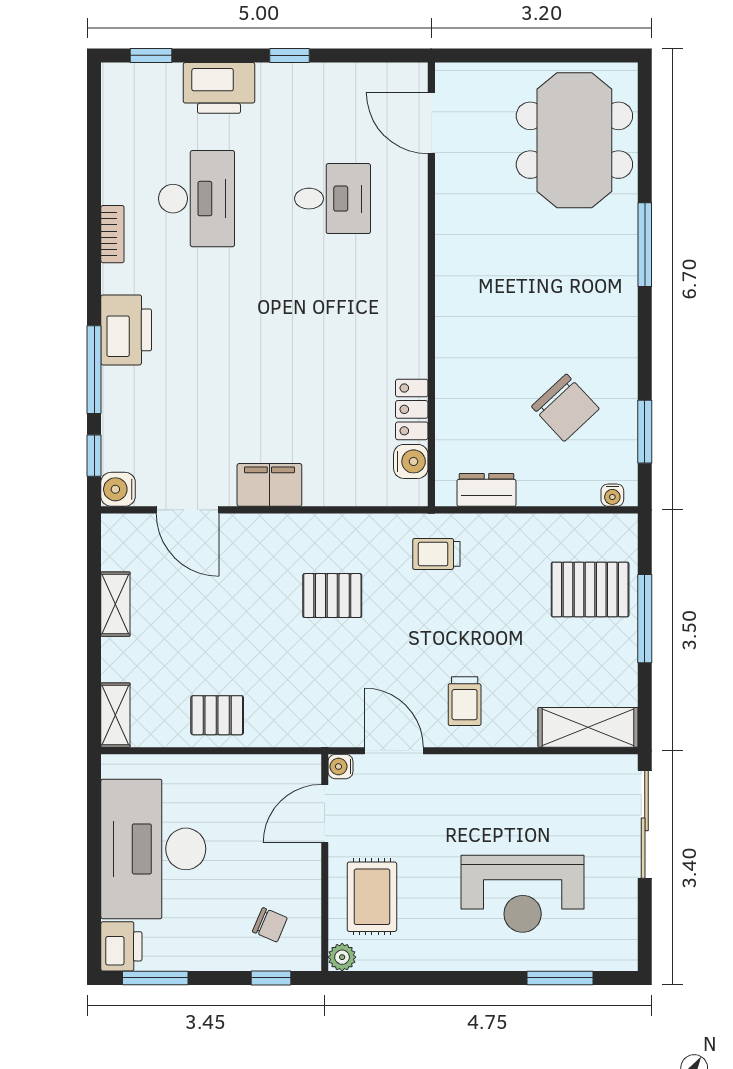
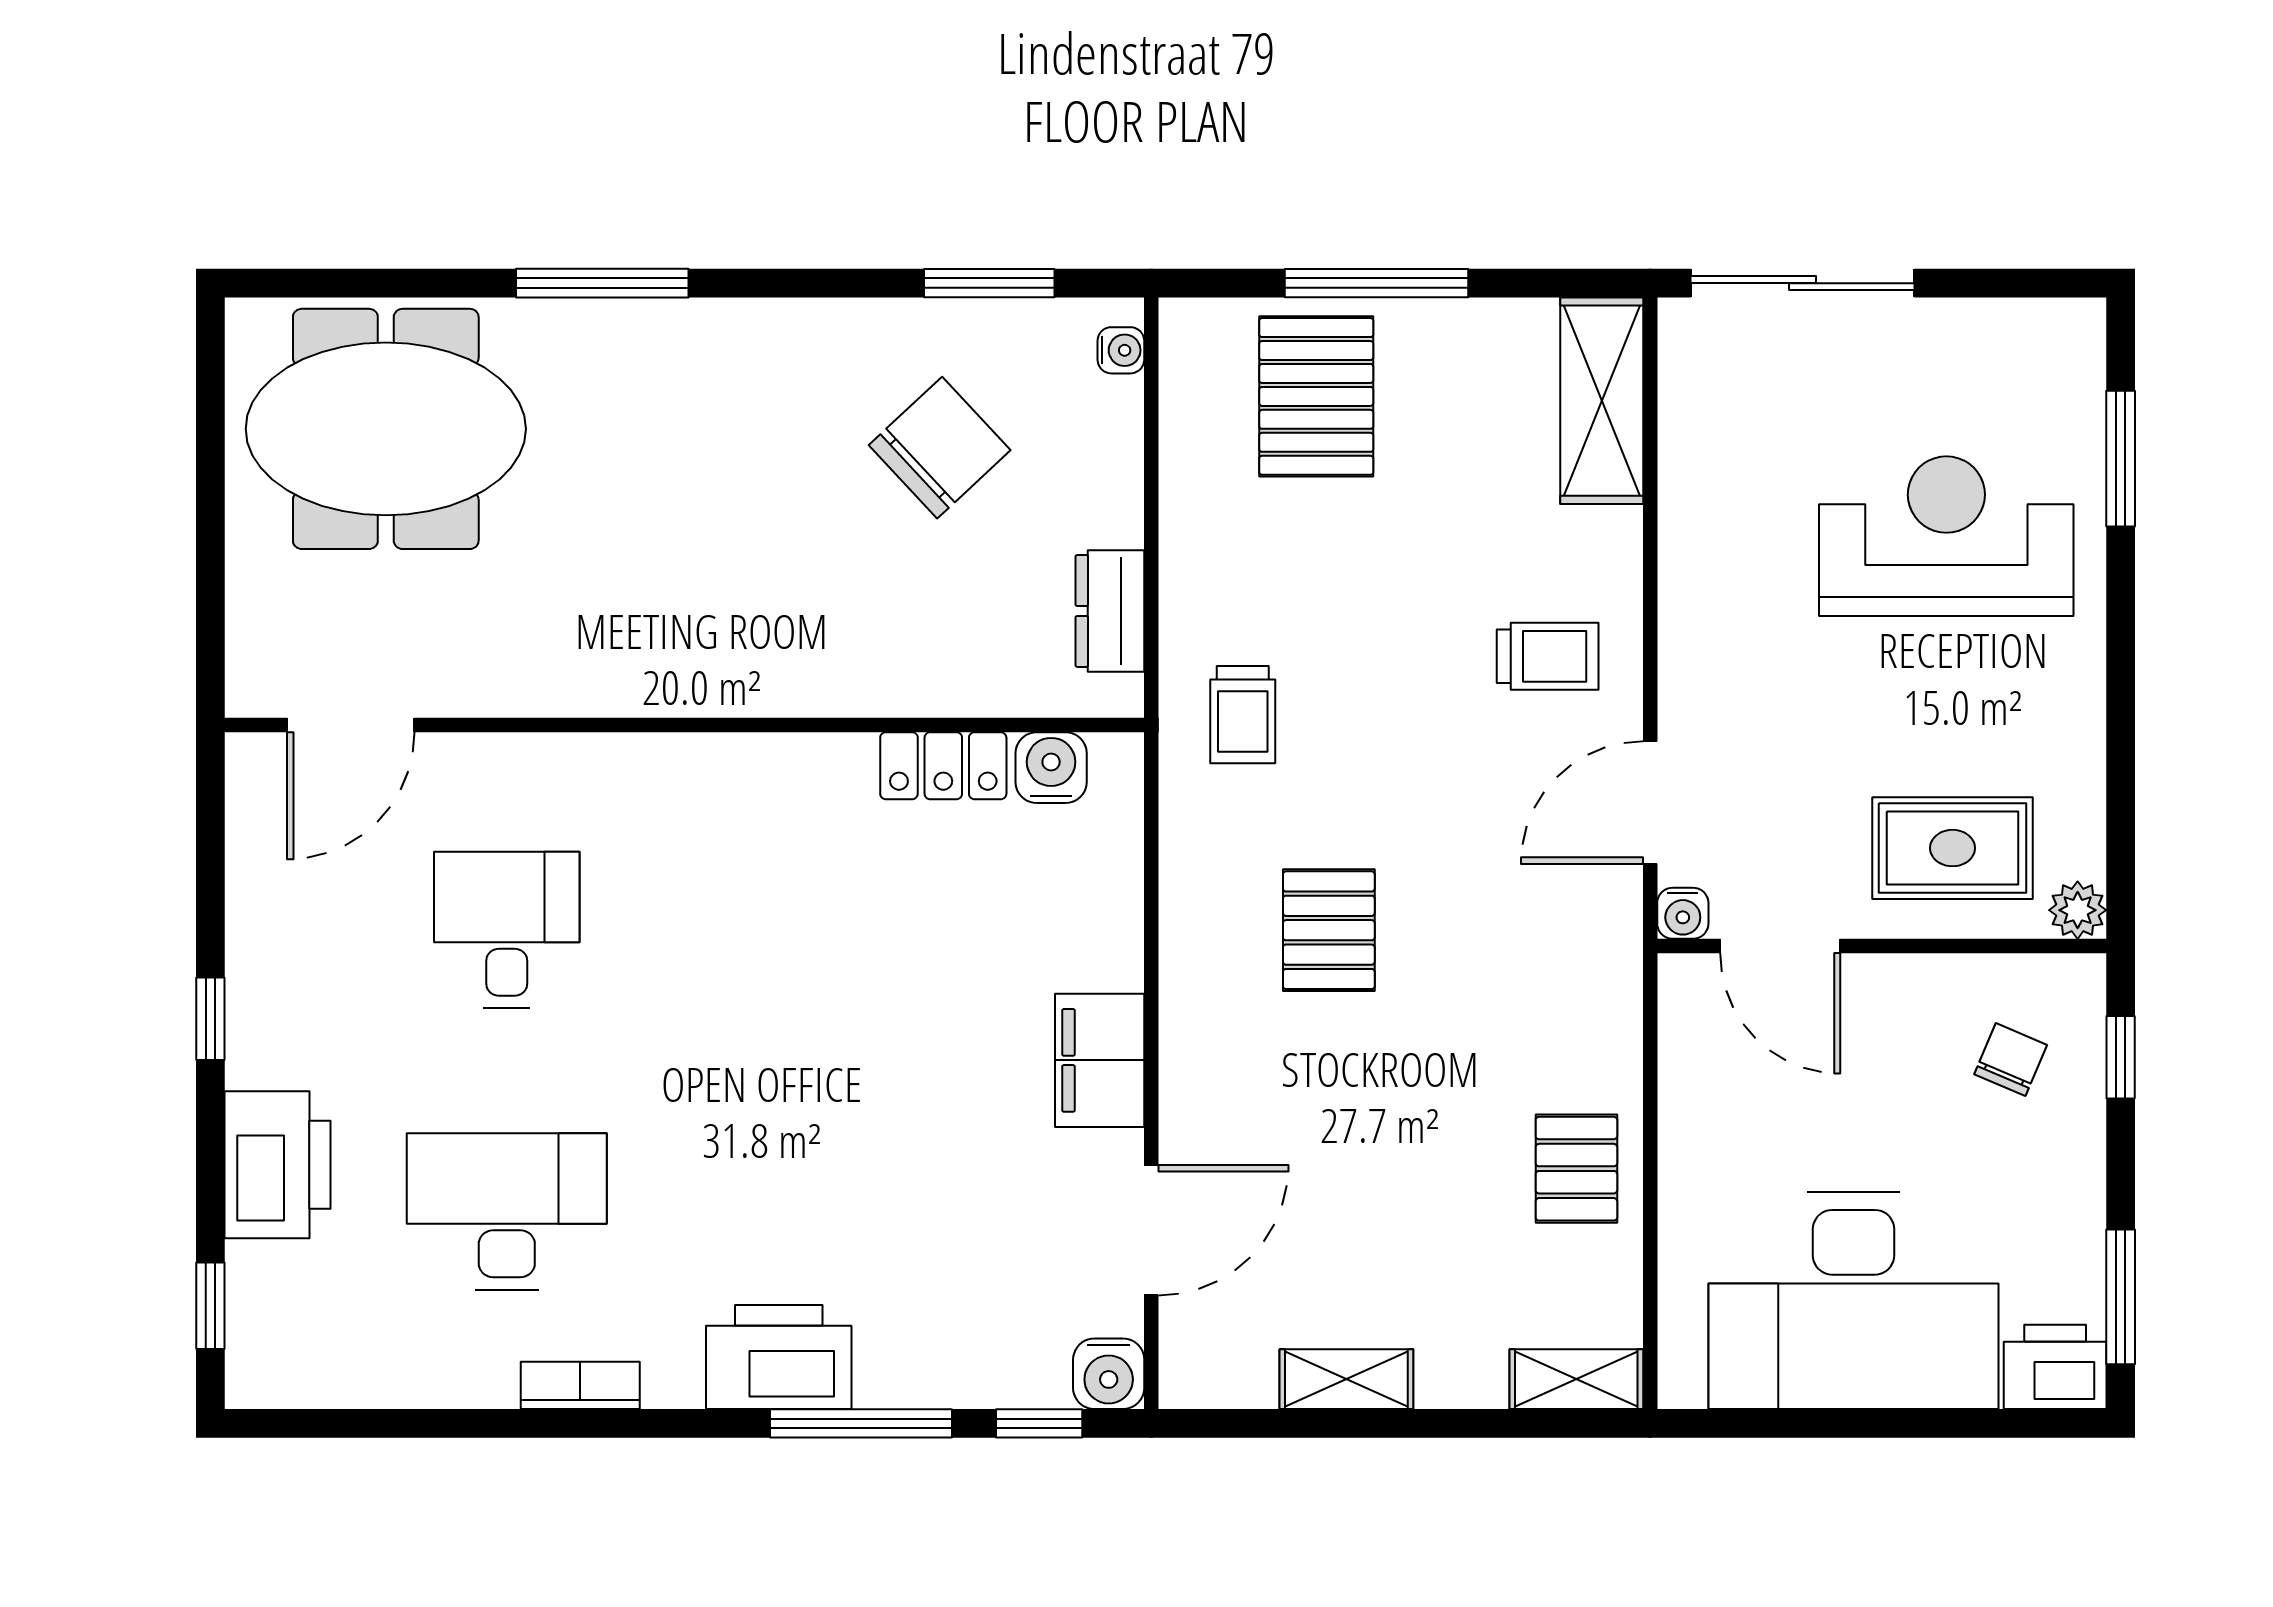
reception desk: (523, 894) -> (1946, 536), turned -90

